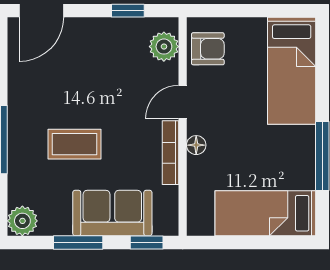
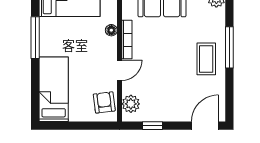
armchair: (208, 49) -> (104, 102), turned 83
coffee table: (75, 144) -> (206, 59), moved, turned 90
floor lamp: (196, 145) -> (111, 30), moved

